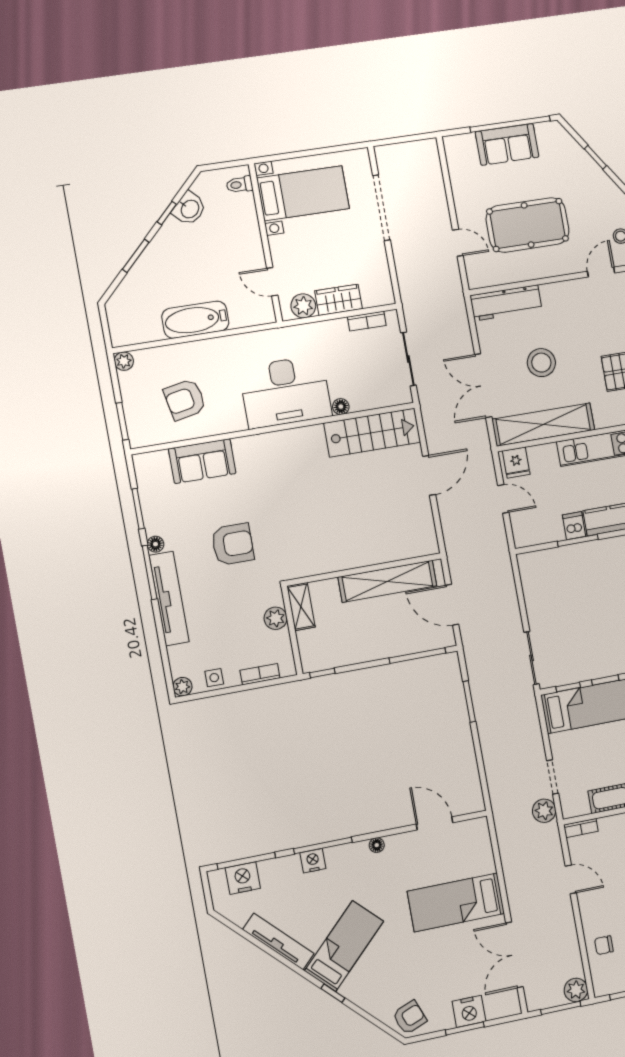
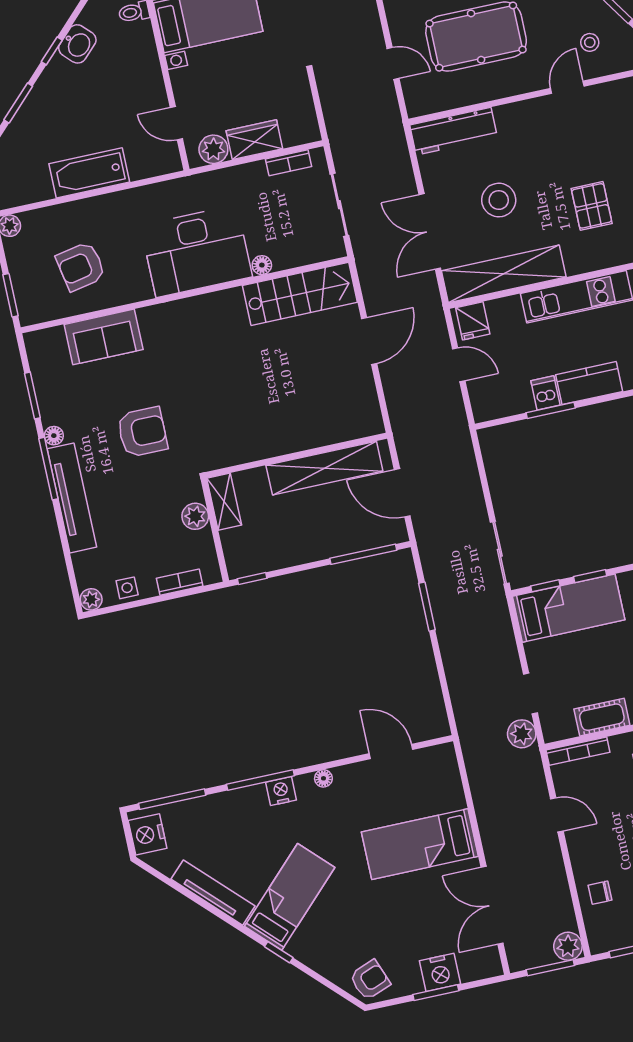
bookcase: (581, 828) -> (578, 751), width x1.56
nightstand: (313, 861) -> (281, 791), moved
nightstand: (243, 878) -> (148, 834), moved, turned -90

